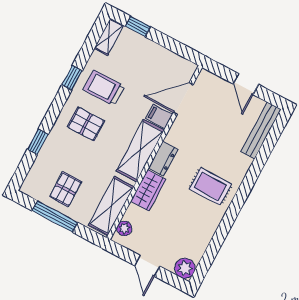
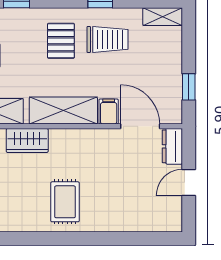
window: (138, 27) -> (189, 87), moved
trolley: (104, 88) -> (107, 39), turned 90
bench: (261, 130) -> (150, 223), removed
dresser: (163, 159) -> (172, 146), moved, turned 90

